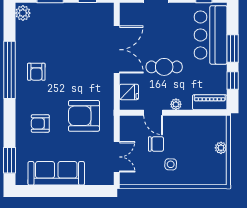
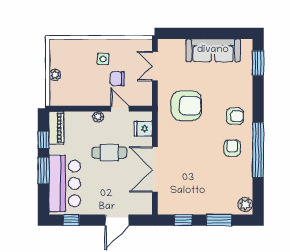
piano: (210, 102) -> (56, 128), moved, turned -90
armchair: (40, 123) -> (235, 116), moved

